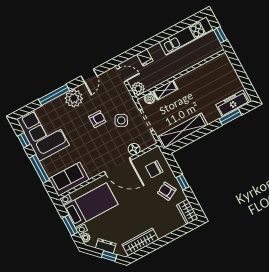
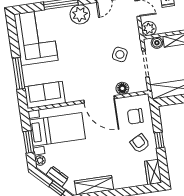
armchair: (97, 119) -> (96, 44), removed
window: (24, 140) -> (13, 38), removed

